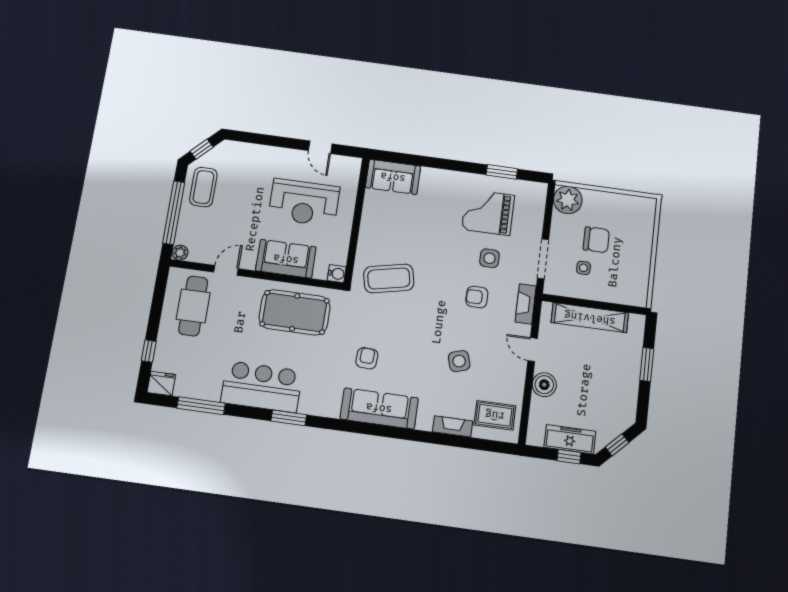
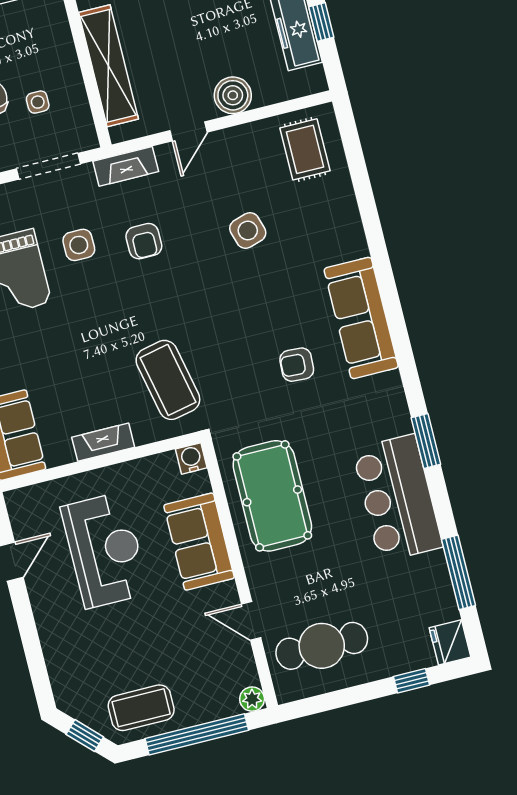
fireplace: (453, 426) -> (103, 442), moved, turned 90

